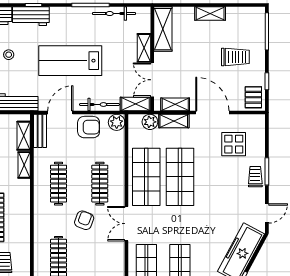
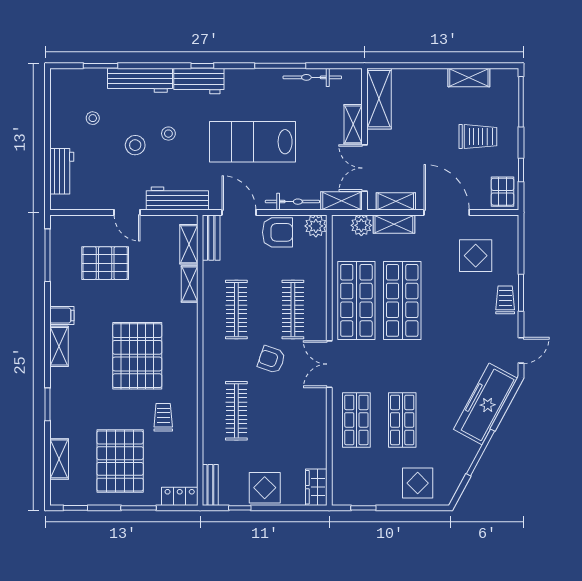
shelving: (210, 14) -> (469, 77), moved
door: (60, 112) -> (239, 212), hinge flipped
armchair: (84, 220) -> (271, 360), turned -92

